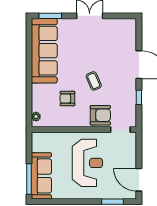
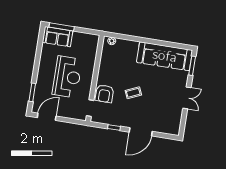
armchair: (67, 98) -> (122, 69), removed
reception desk: (87, 163) -> (67, 77), turned -90
sofa: (41, 176) -> (58, 37), width x0.73

